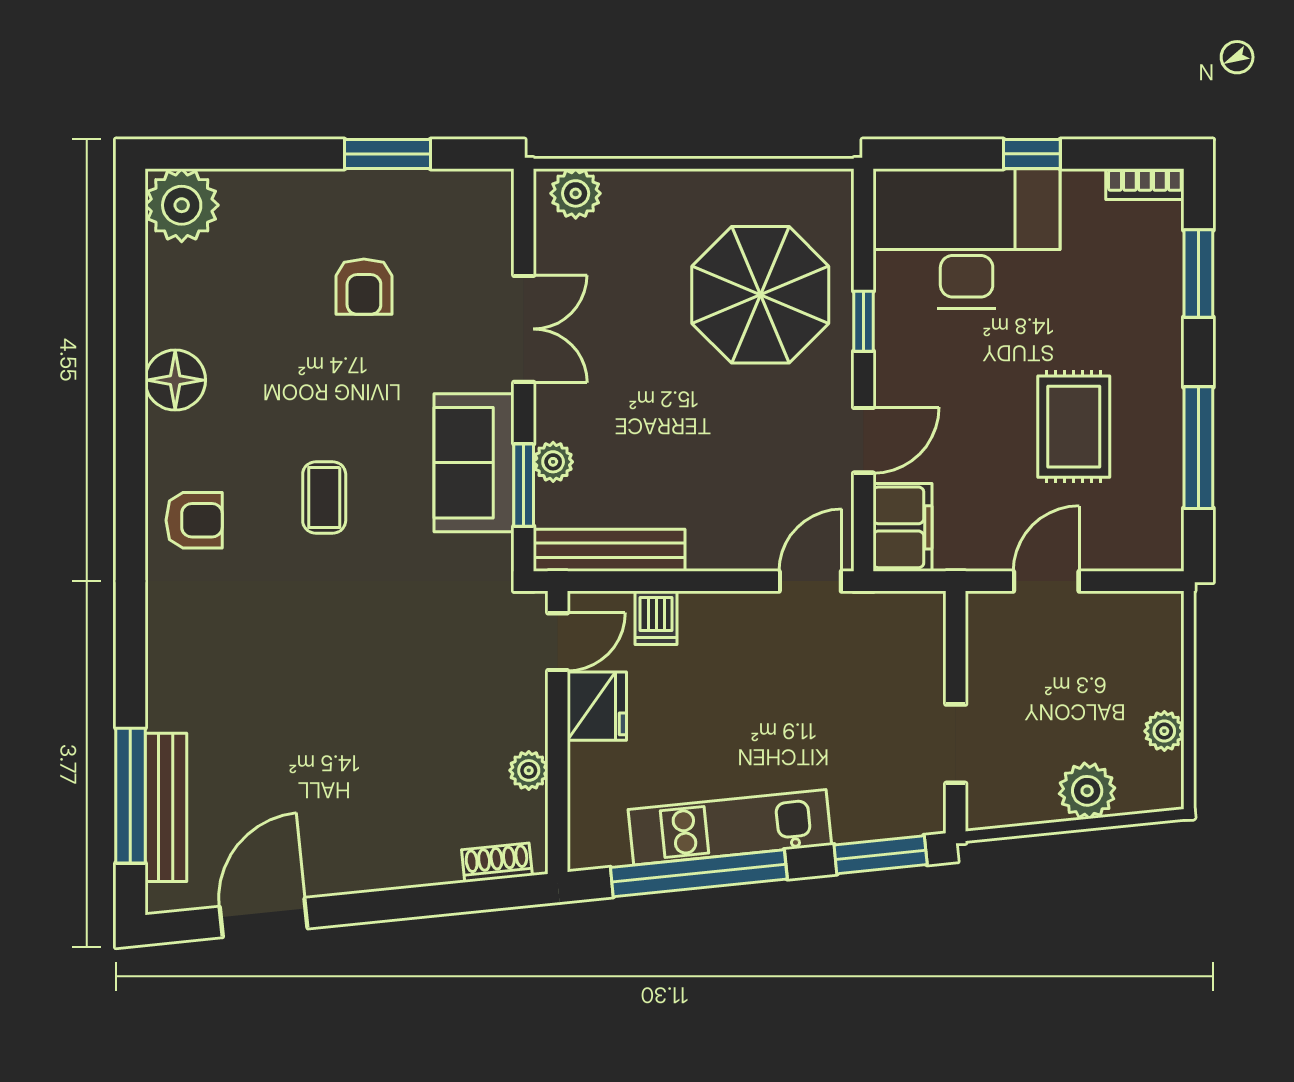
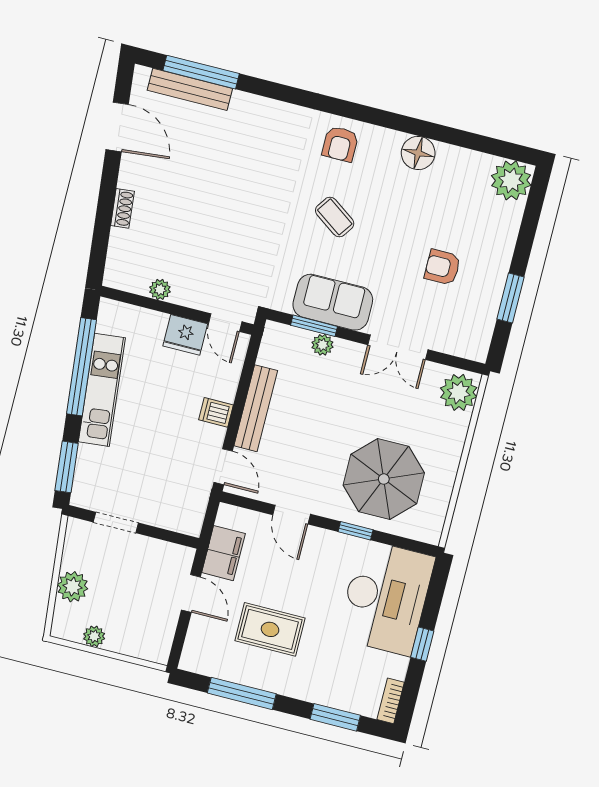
plant: (576, 193) -> (459, 392), width x1.36, depth x1.36
coffee table: (324, 497) -> (335, 217), turned 35
filing cabinet: (903, 527) -> (223, 553), moved, turned -90
bench: (609, 550) -> (256, 408), moved
dishwasher: (656, 618) -> (216, 412), moved
shoe rack: (497, 863) -> (122, 208), moved

